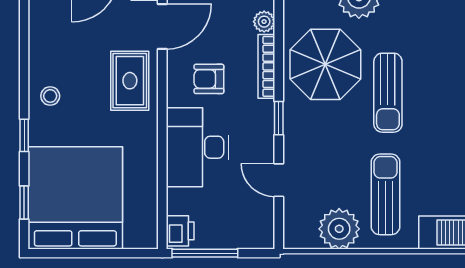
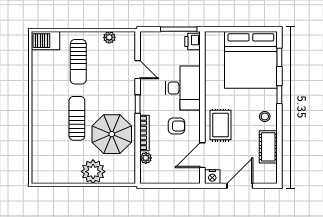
cot: (44, 41) -> (268, 147), added
plant: (339, 229) -> (109, 37), width x0.53, depth x0.53

